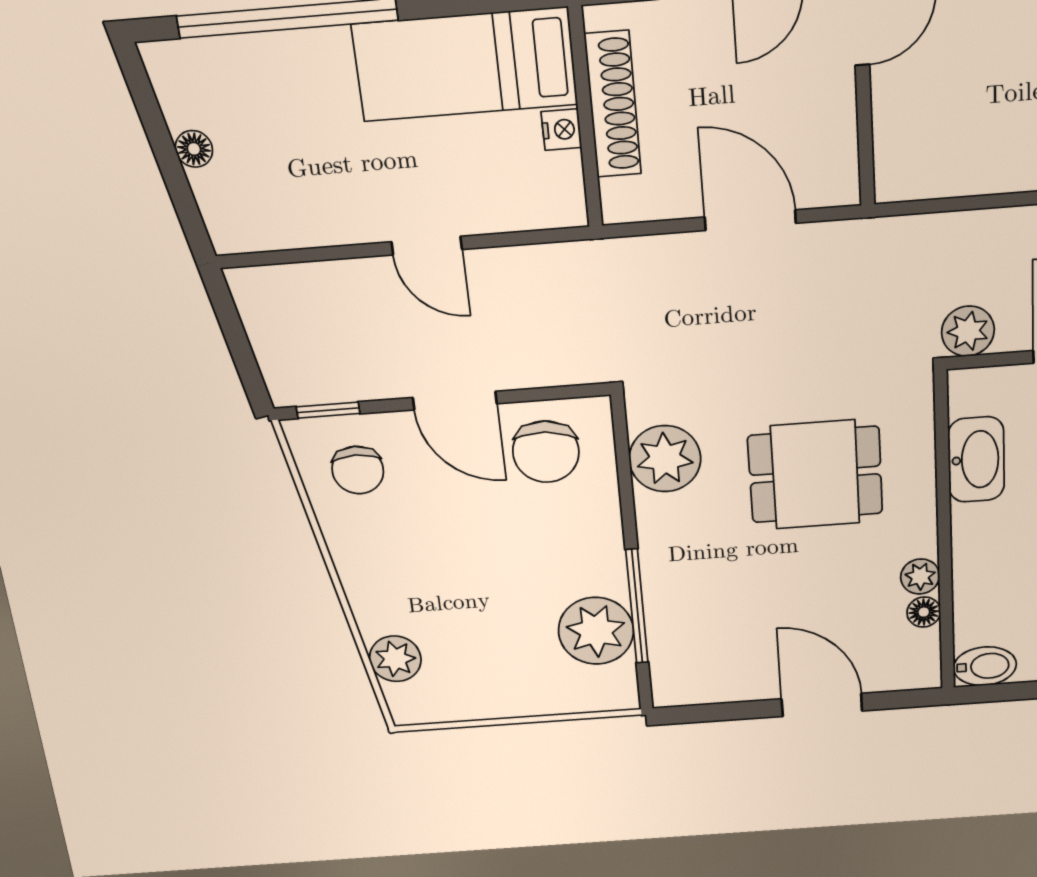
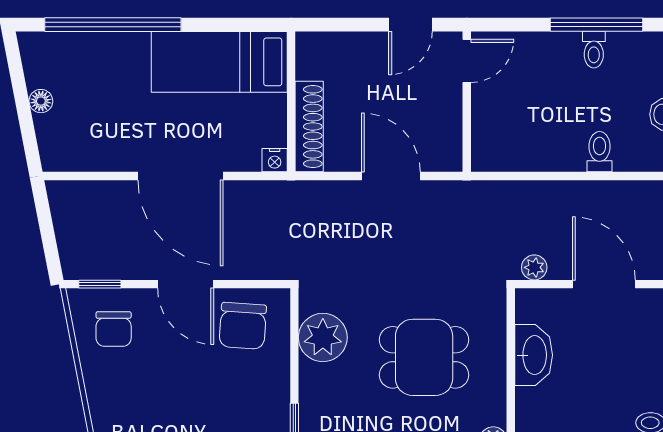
shoe rack: (613, 104) -> (309, 126), moved
nightstand: (561, 130) -> (275, 160), moved, turned 90
door: (427, 246) -> (180, 176), width x1.87
plant: (968, 331) -> (534, 267), width x0.73, depth x0.73

